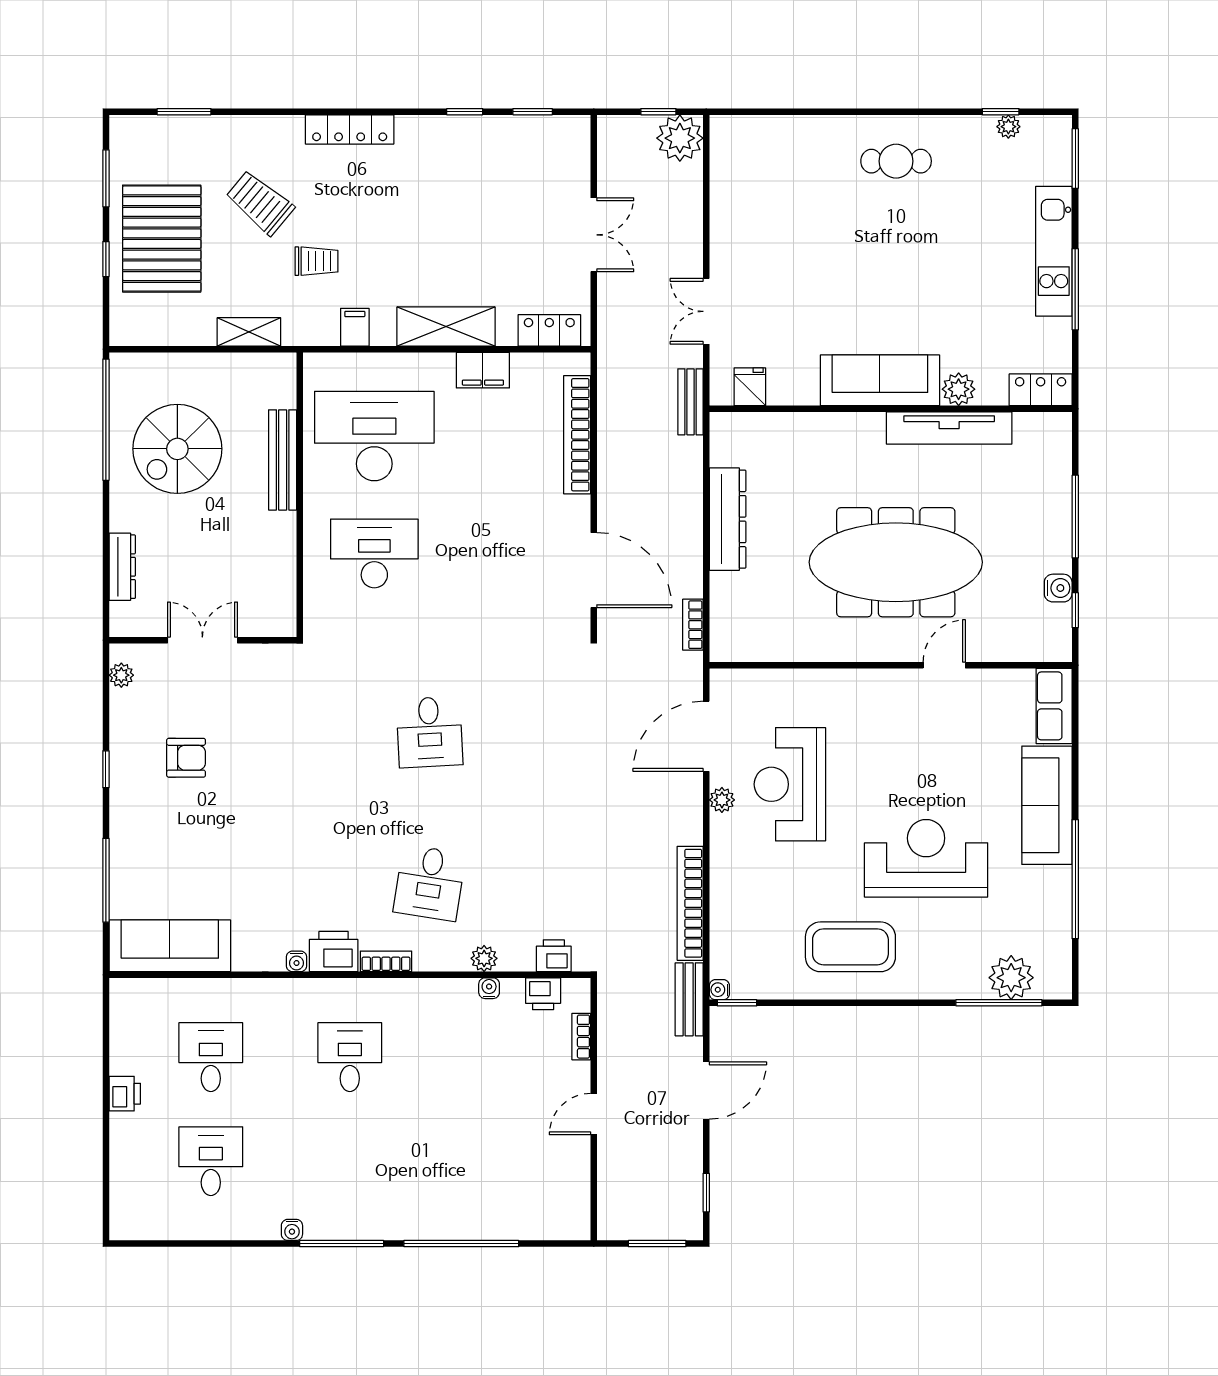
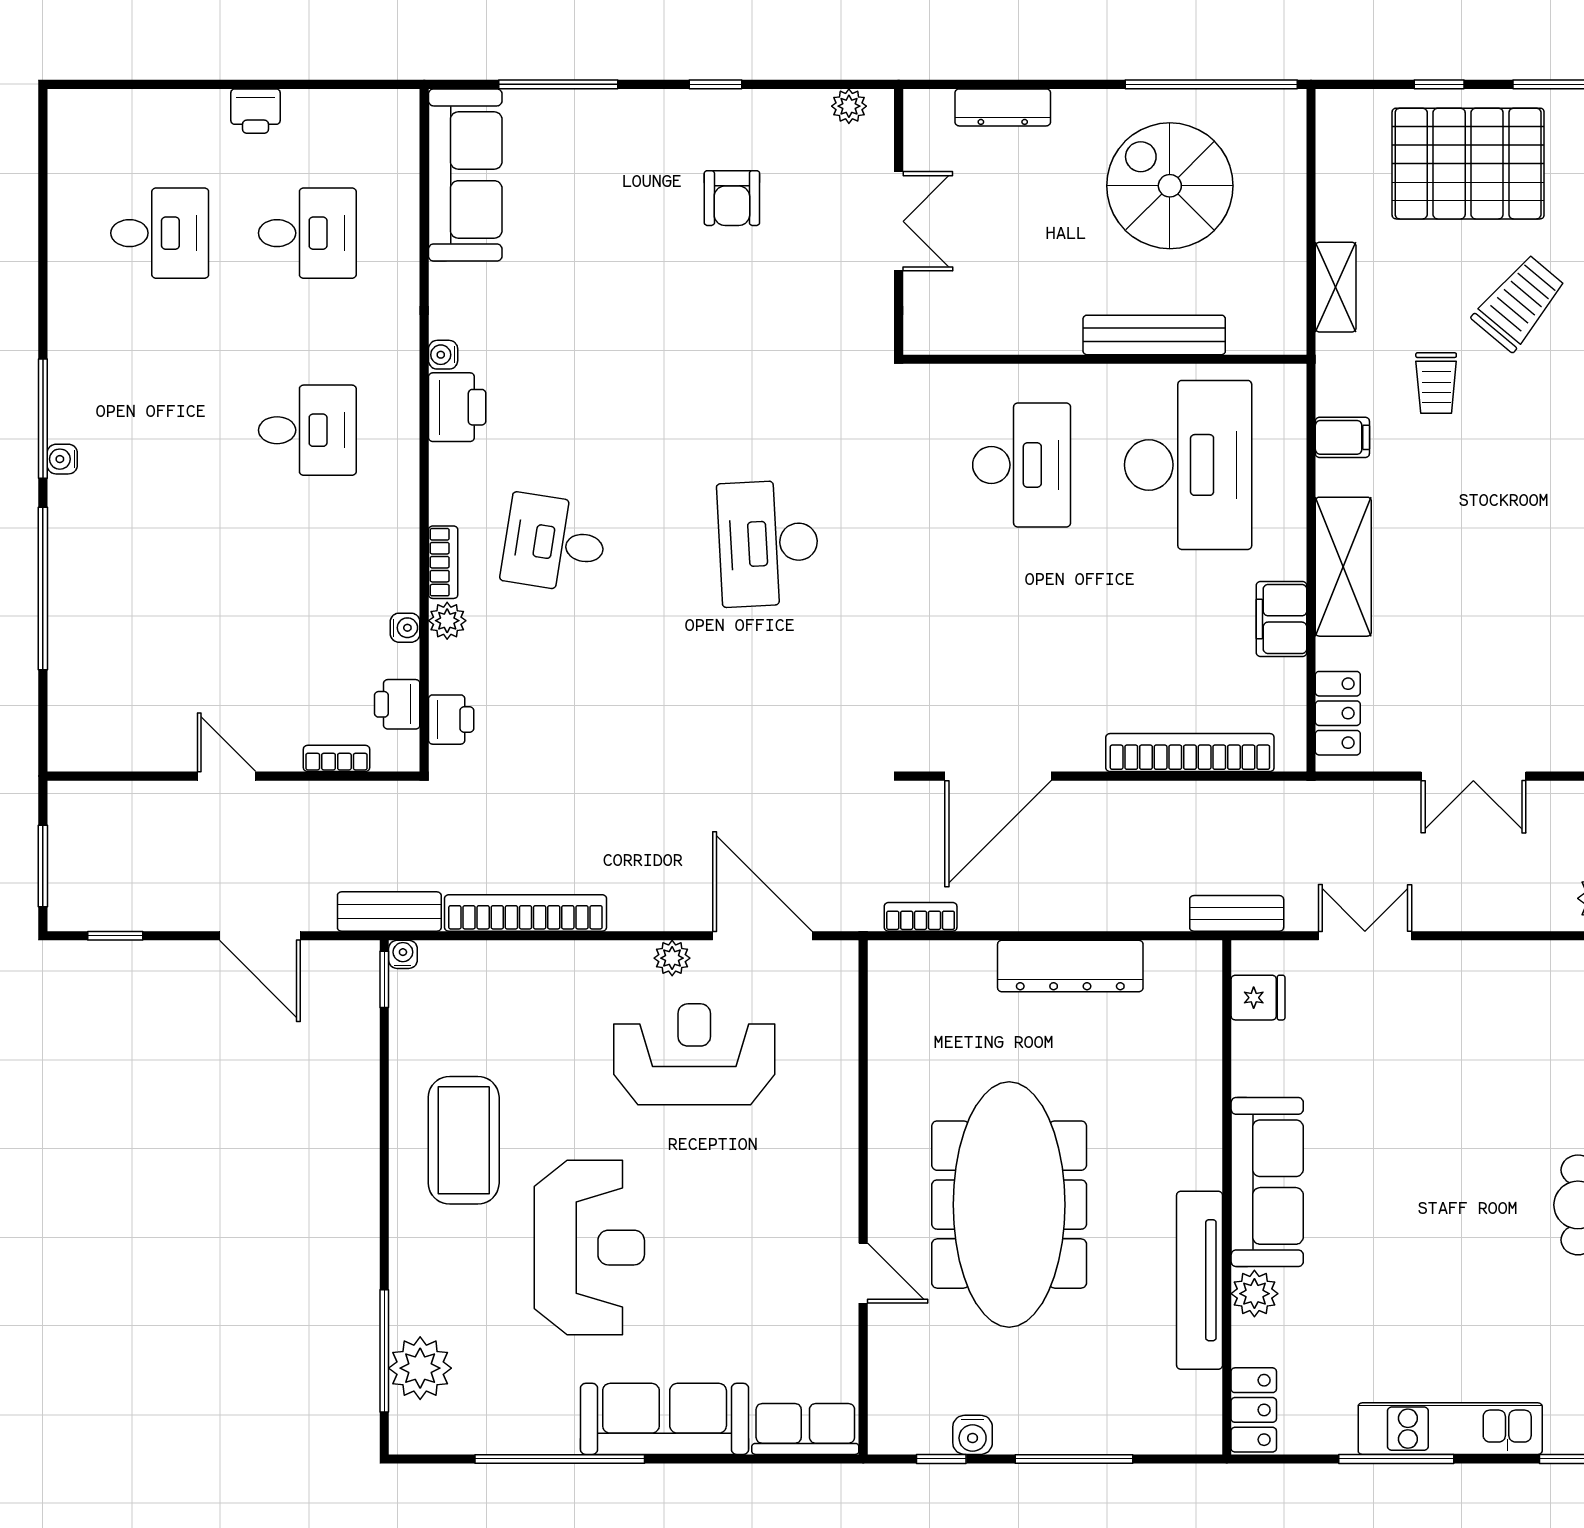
desk: (430, 732) -> (768, 543), width x1.37
bookcase: (386, 961) -> (443, 562), moved
water cooler: (292, 1230) -> (62, 459), moved

